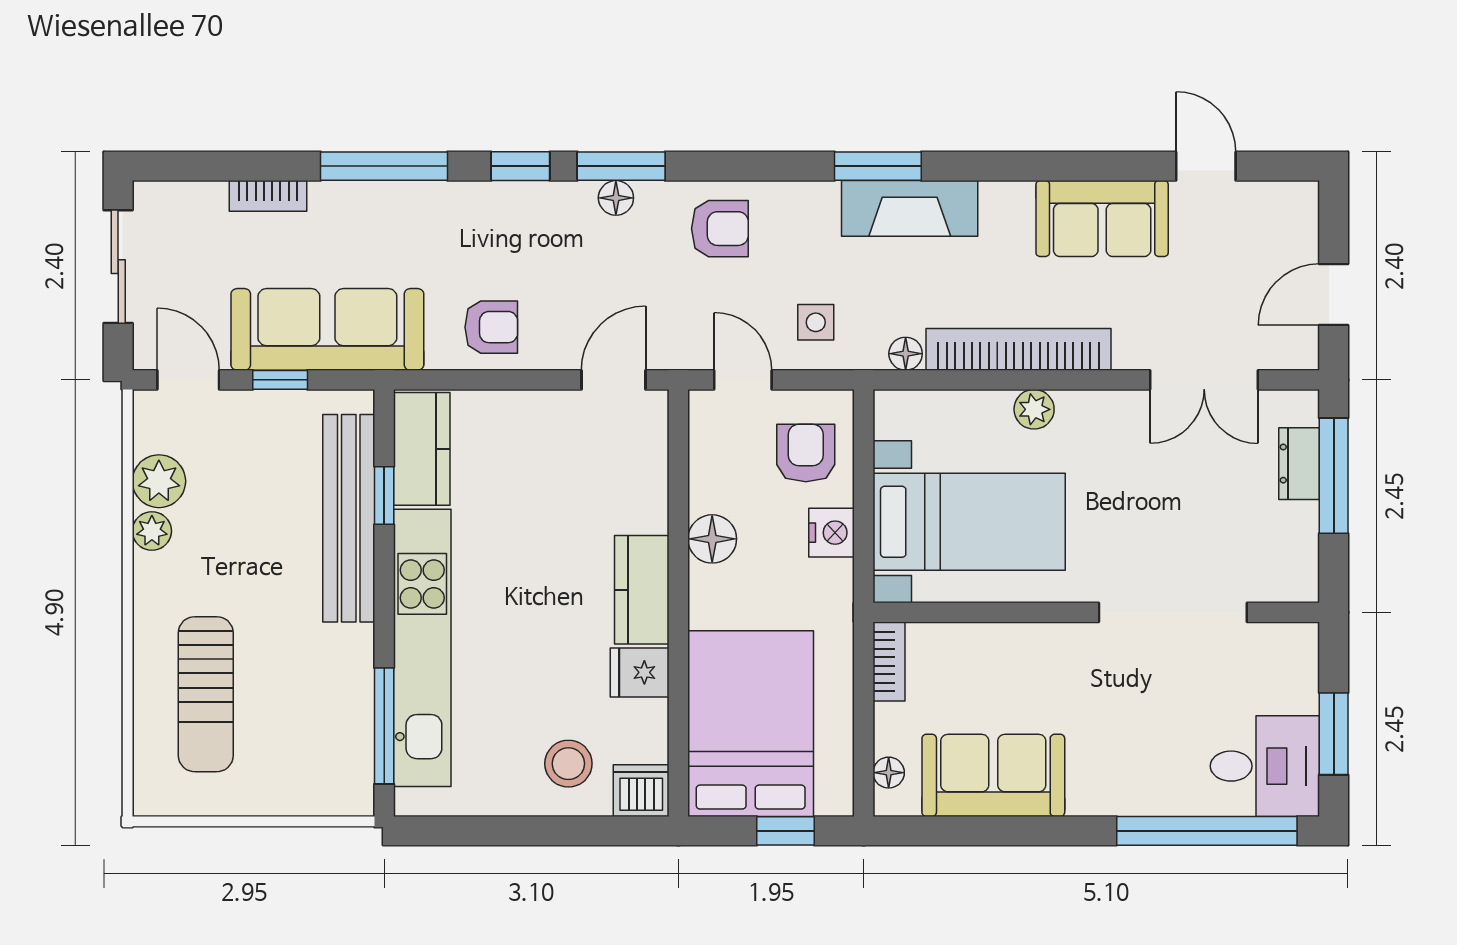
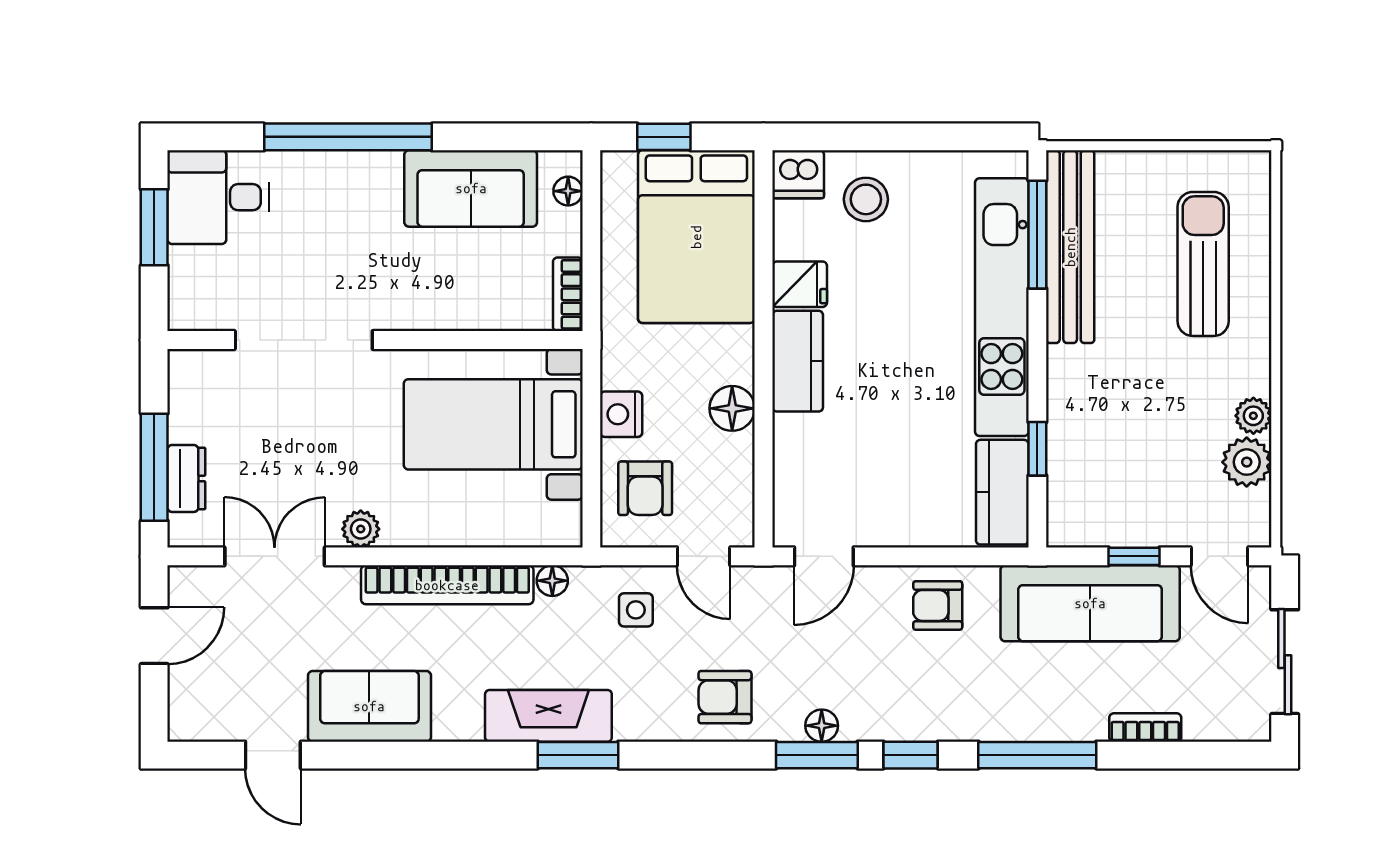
plant: (1034, 409) -> (361, 529), moved
bench: (349, 518) -> (1070, 247), moved
window: (1207, 831) -> (348, 137), moved

